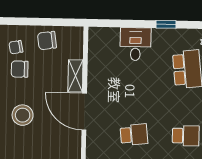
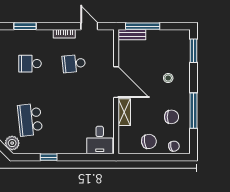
desk: (135, 44) -> (100, 140), moved
chair: (16, 47) -> (174, 146), moved
stool: (23, 115) -> (168, 78), width x0.53, depth x0.53

